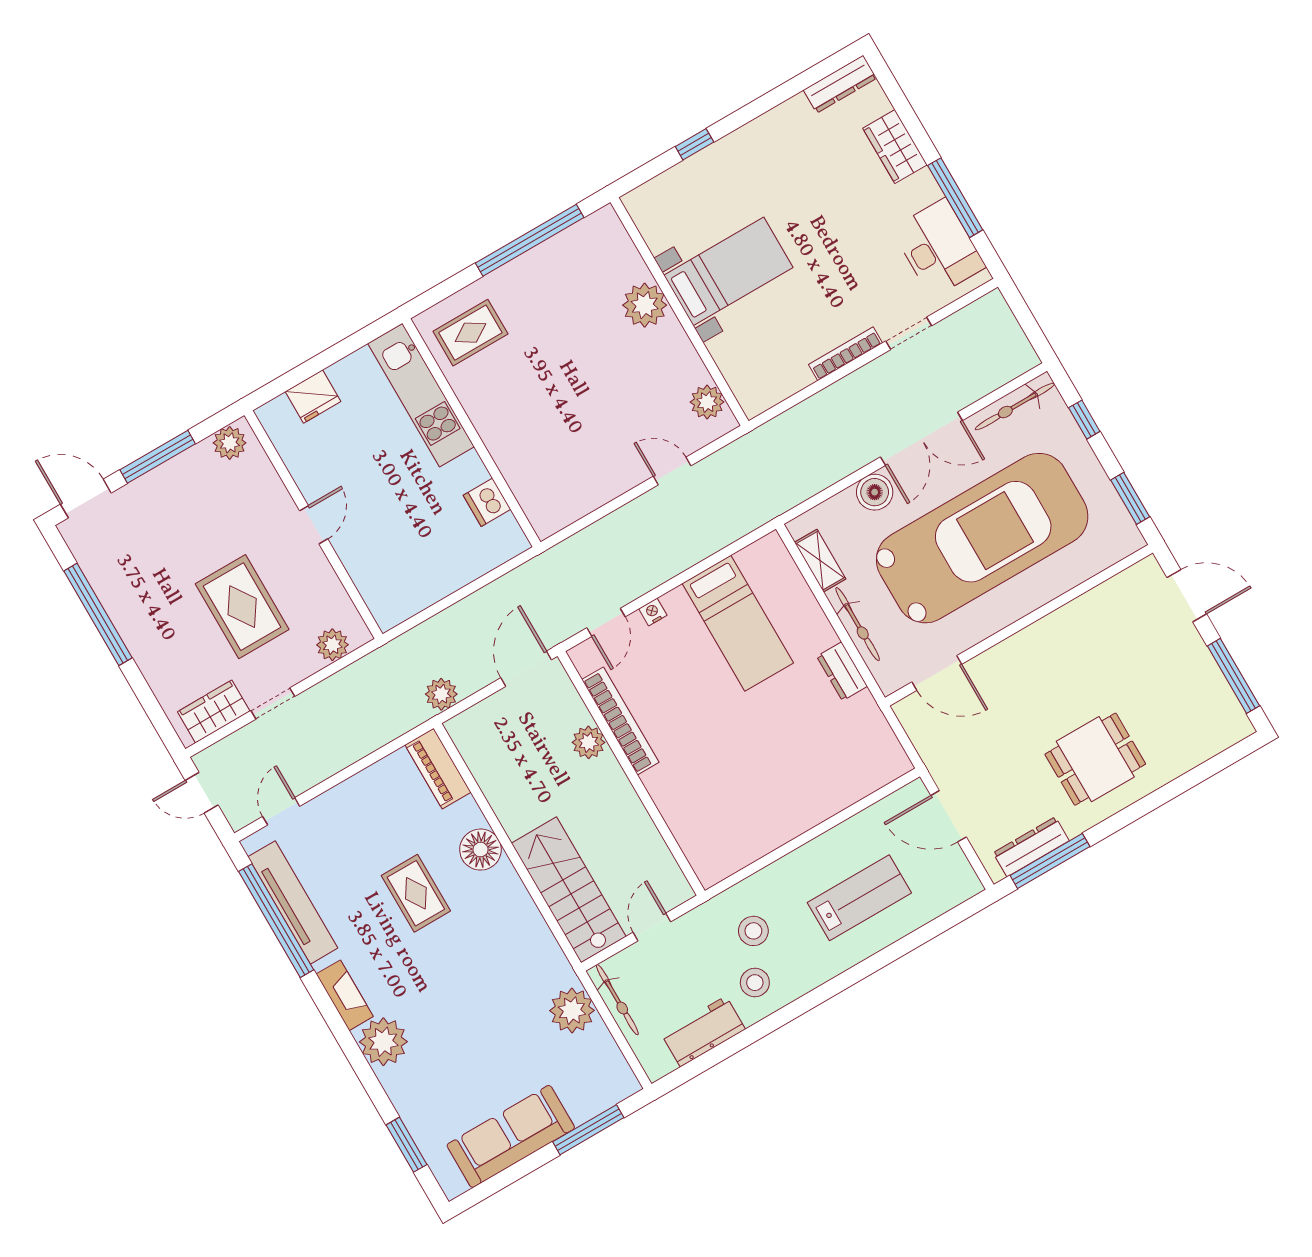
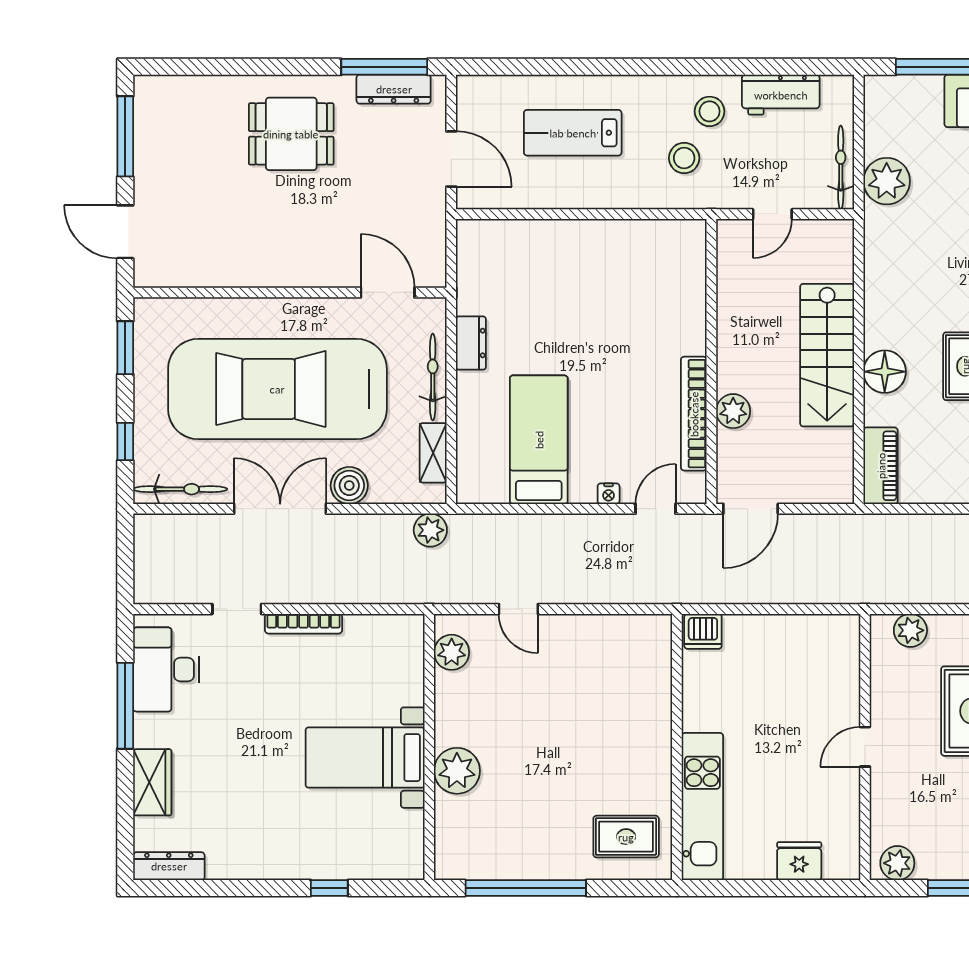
dishwasher: (487, 502) -> (703, 631), moved, turned 90
plant: (441, 694) -> (430, 530), moved
stairs: (569, 890) -> (827, 355), moved

